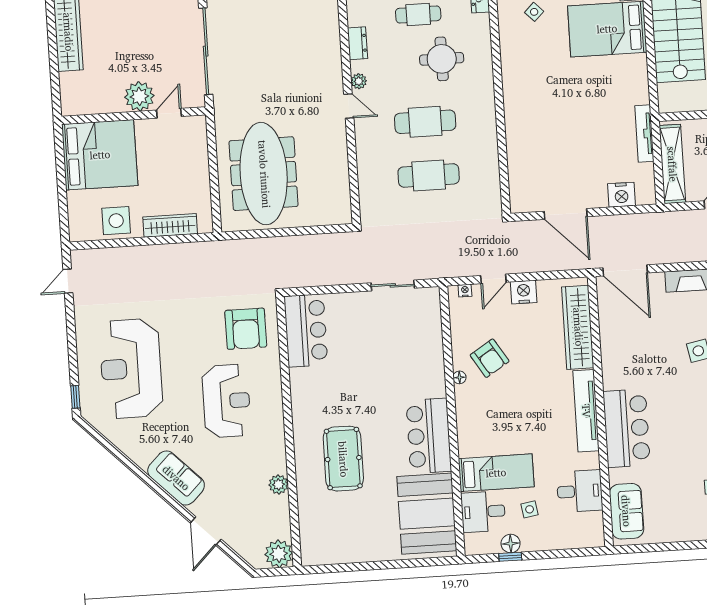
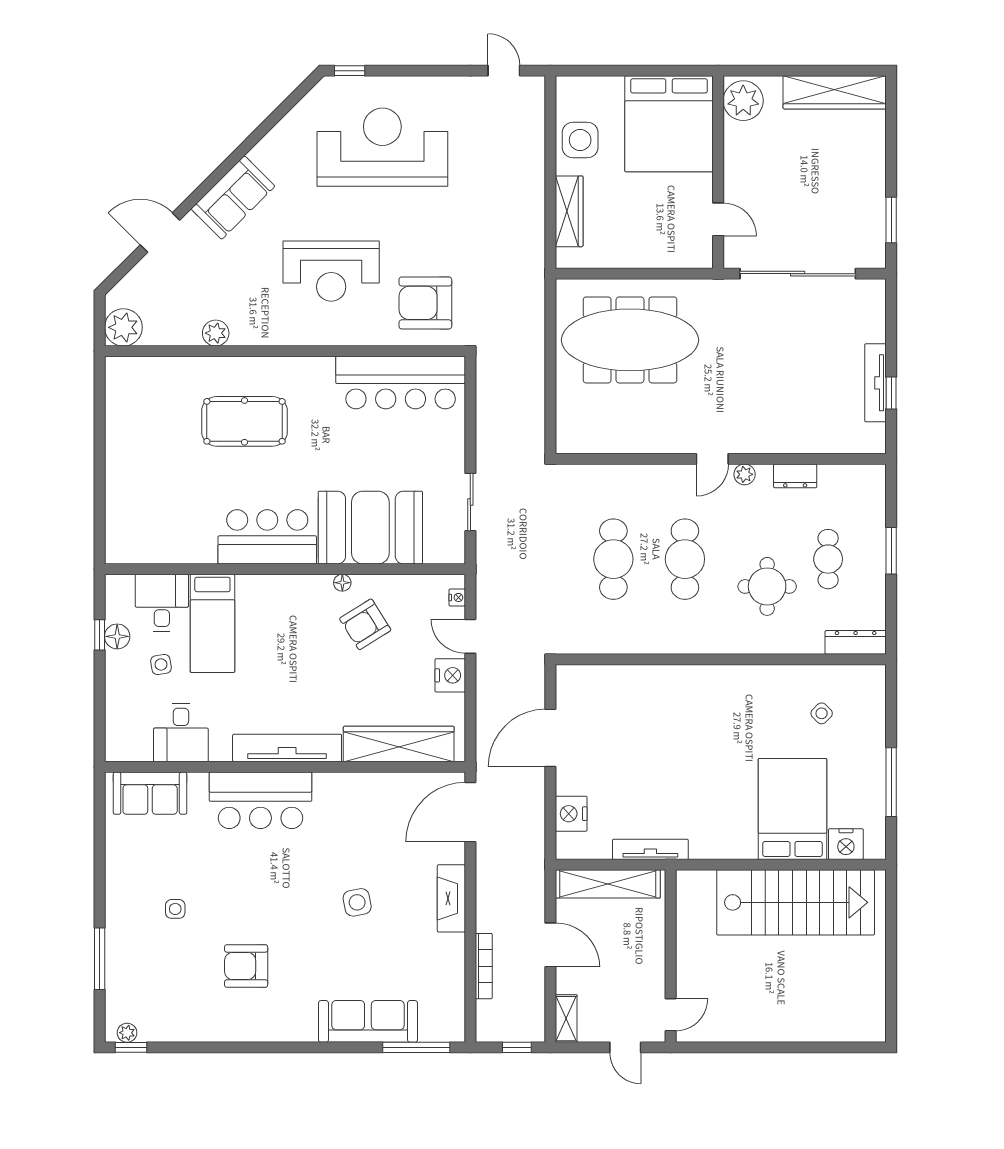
plant: (139, 96) -> (743, 101), moved
bar counter: (306, 331) -> (401, 383), width x1.36
booth: (427, 514) -> (370, 528), moved

